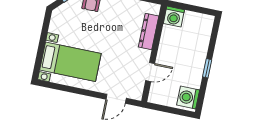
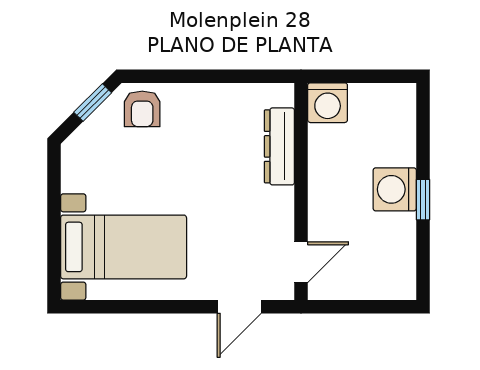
door: (150, 72) -> (301, 262), moved
washing machine: (188, 97) -> (395, 189), moved

